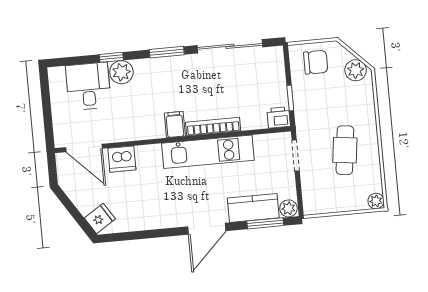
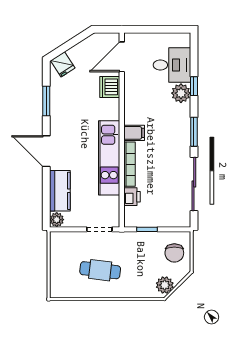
printer: (279, 117) -> (132, 197), moved
plant: (376, 201) -> (56, 292), removed
window: (265, 223) -> (46, 101), moved

